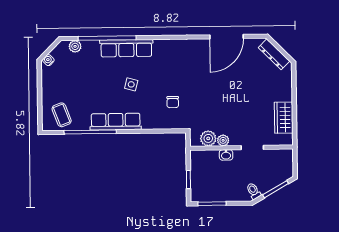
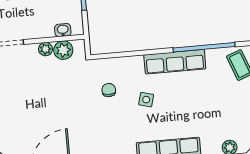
side table: (131, 84) -> (146, 100), moved
washbasin: (226, 155) -> (63, 30), moved

